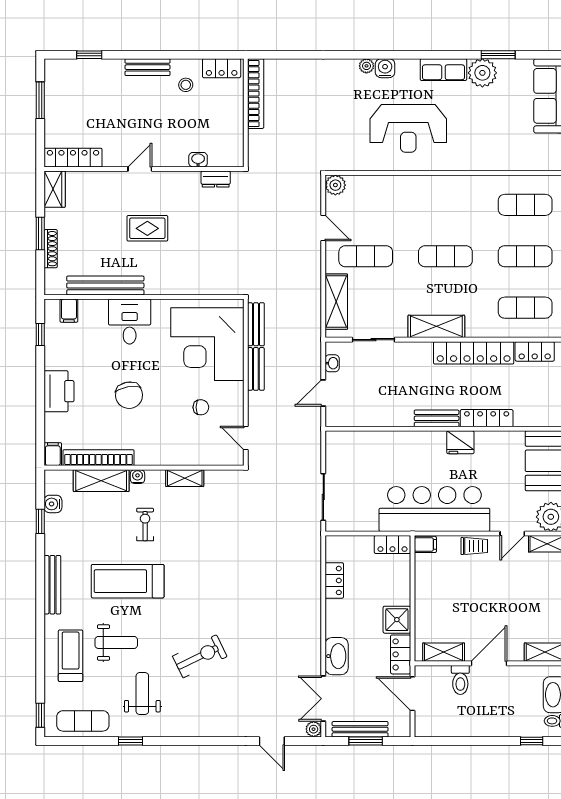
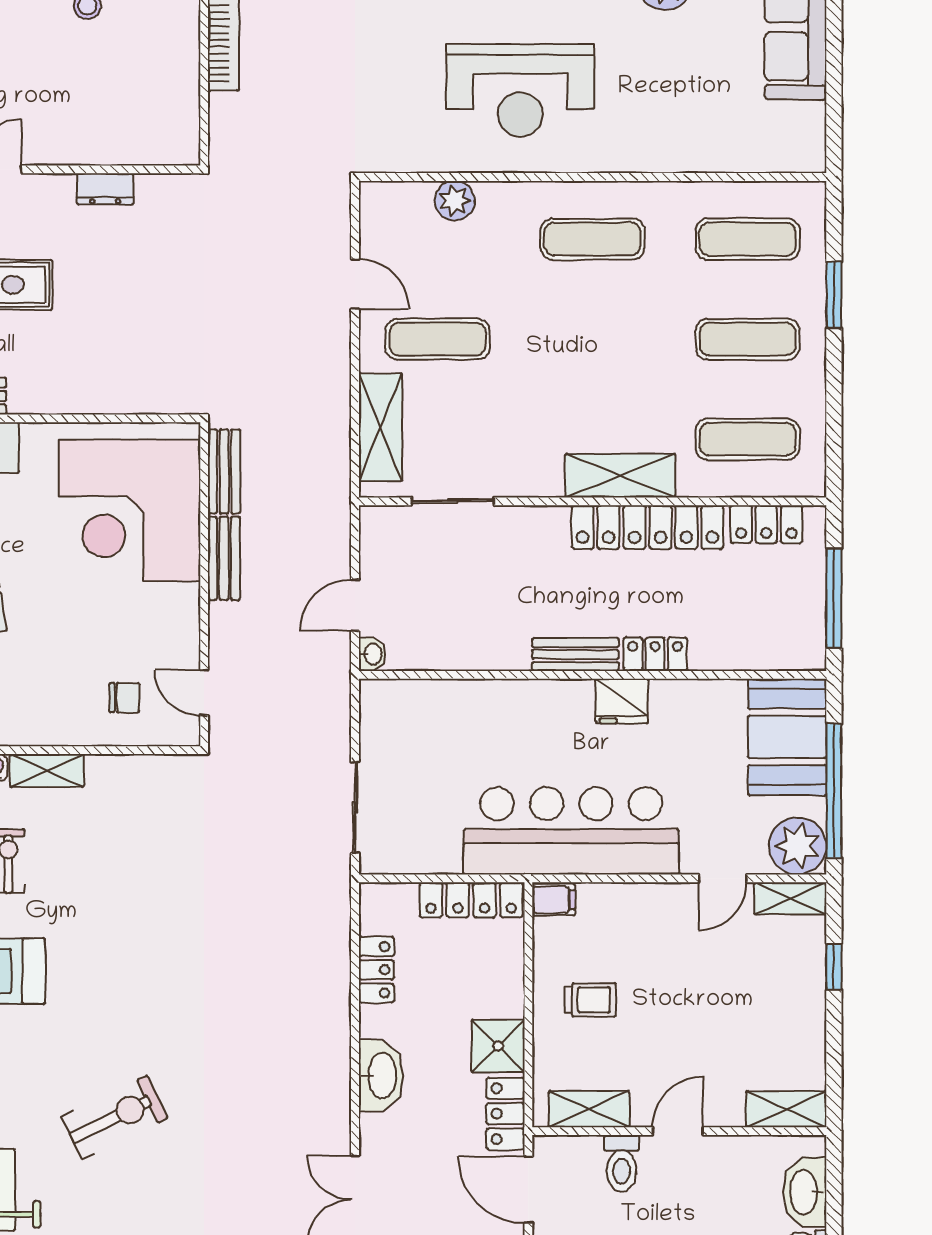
washbasin: (198, 160) -> (111, 151), removed
dresser: (216, 179) -> (105, 189), moved
plant: (335, 185) -> (455, 201), moved
exercise mat: (445, 256) -> (593, 239), moved
shelving: (436, 326) -> (620, 476), moved
washbasin: (332, 363) -> (372, 654), moved
chair: (201, 407) -> (124, 698), moved
locker: (487, 418) -> (655, 654), width x0.66
shelving: (185, 478) -> (47, 771), moved
locker: (392, 545) -> (471, 900), width x1.53
trolley: (474, 546) -> (590, 1000), moved
washbasin: (337, 656) -> (381, 1075), moved
door: (489, 663) -> (678, 1131), width x0.73

